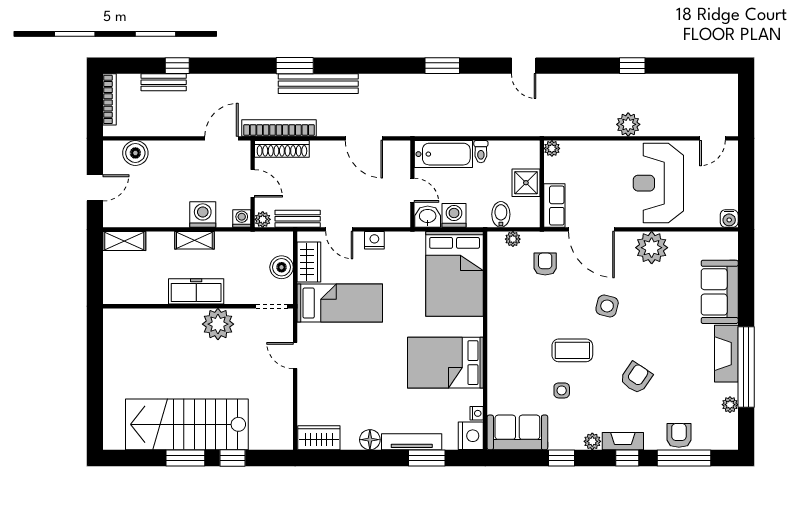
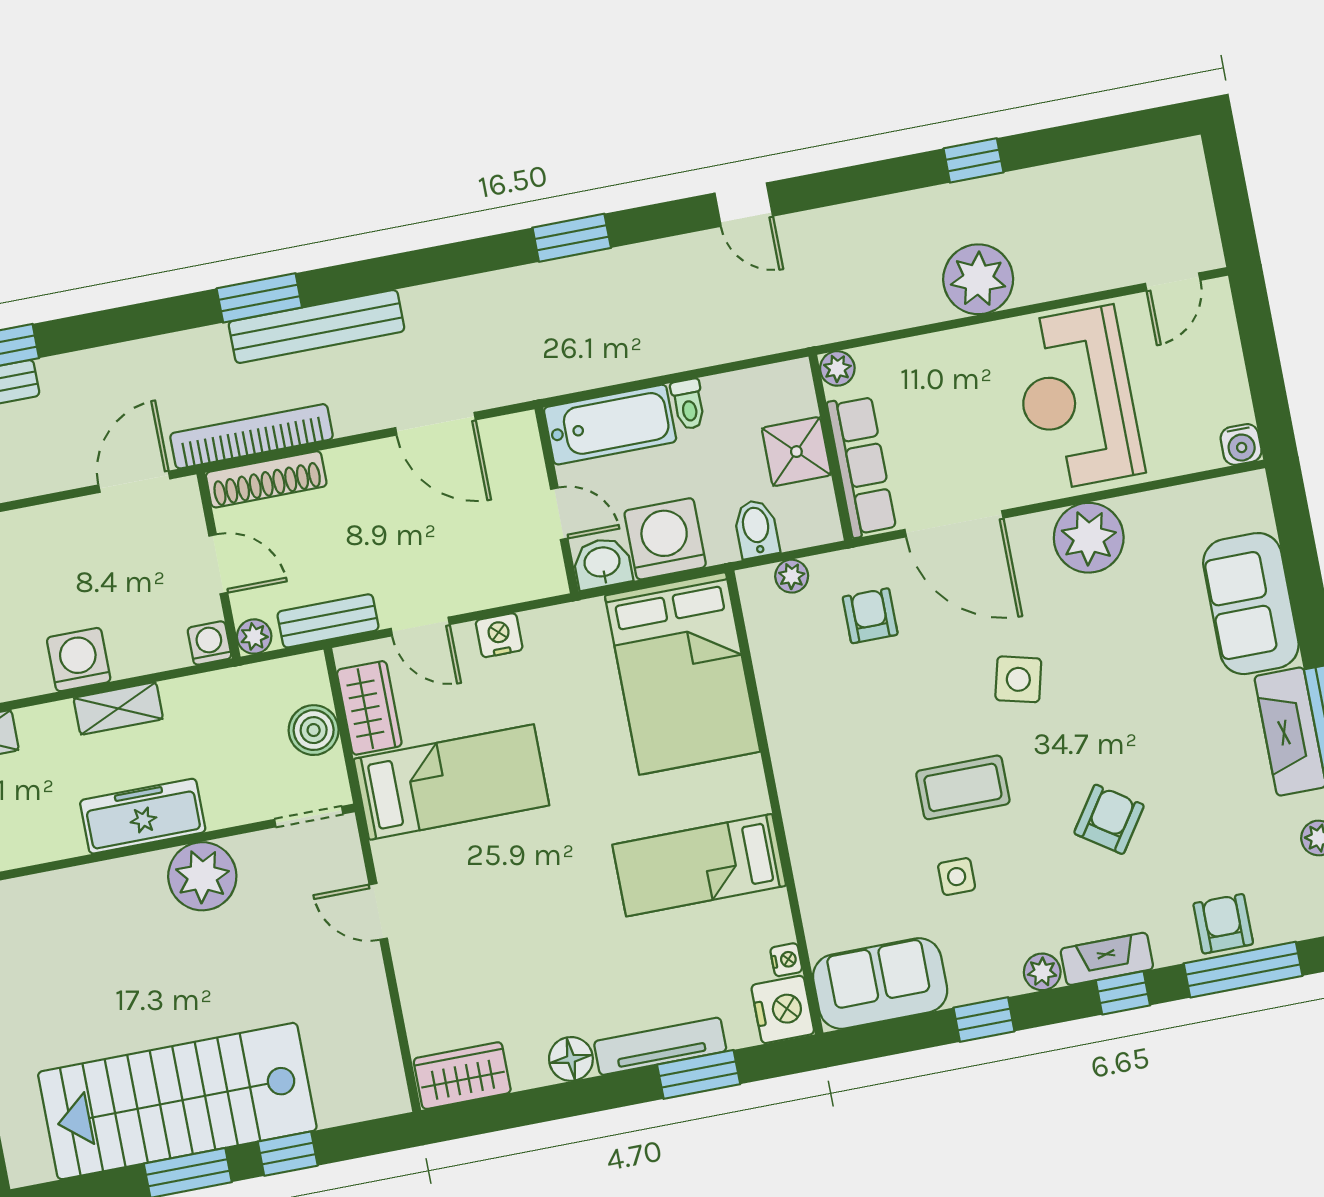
plant: (628, 124) -> (978, 279), width x1.36, depth x1.36
row of seats: (554, 206) -> (862, 466), width x1.48
washing machine: (203, 215) -> (79, 660), moved
washing machine: (454, 215) -> (665, 539), width x1.37, depth x1.37
bed: (445, 363) -> (699, 865), width x0.67

